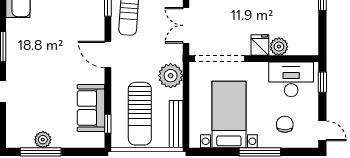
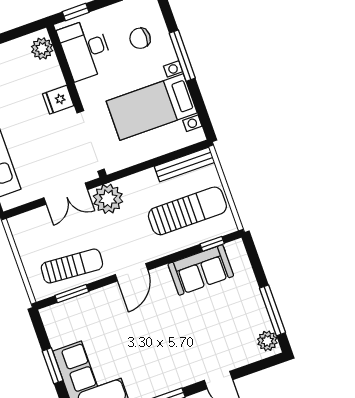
plant: (279, 47) -> (42, 49), moved
plant: (171, 76) -> (108, 199), moved
plant: (43, 140) -> (267, 341), moved

